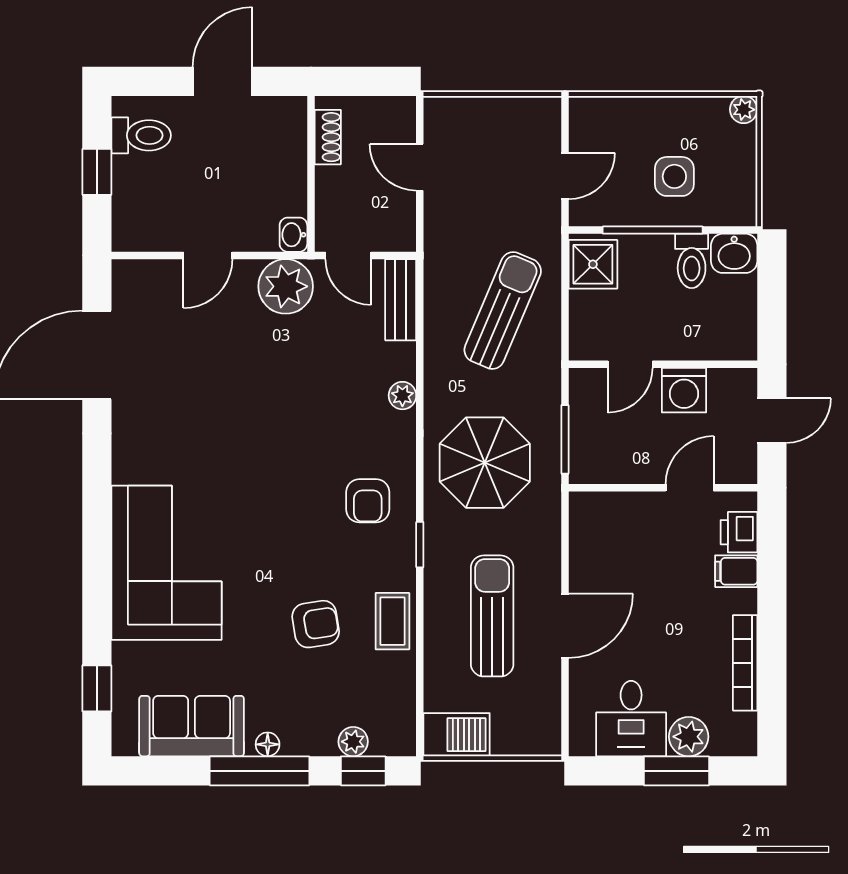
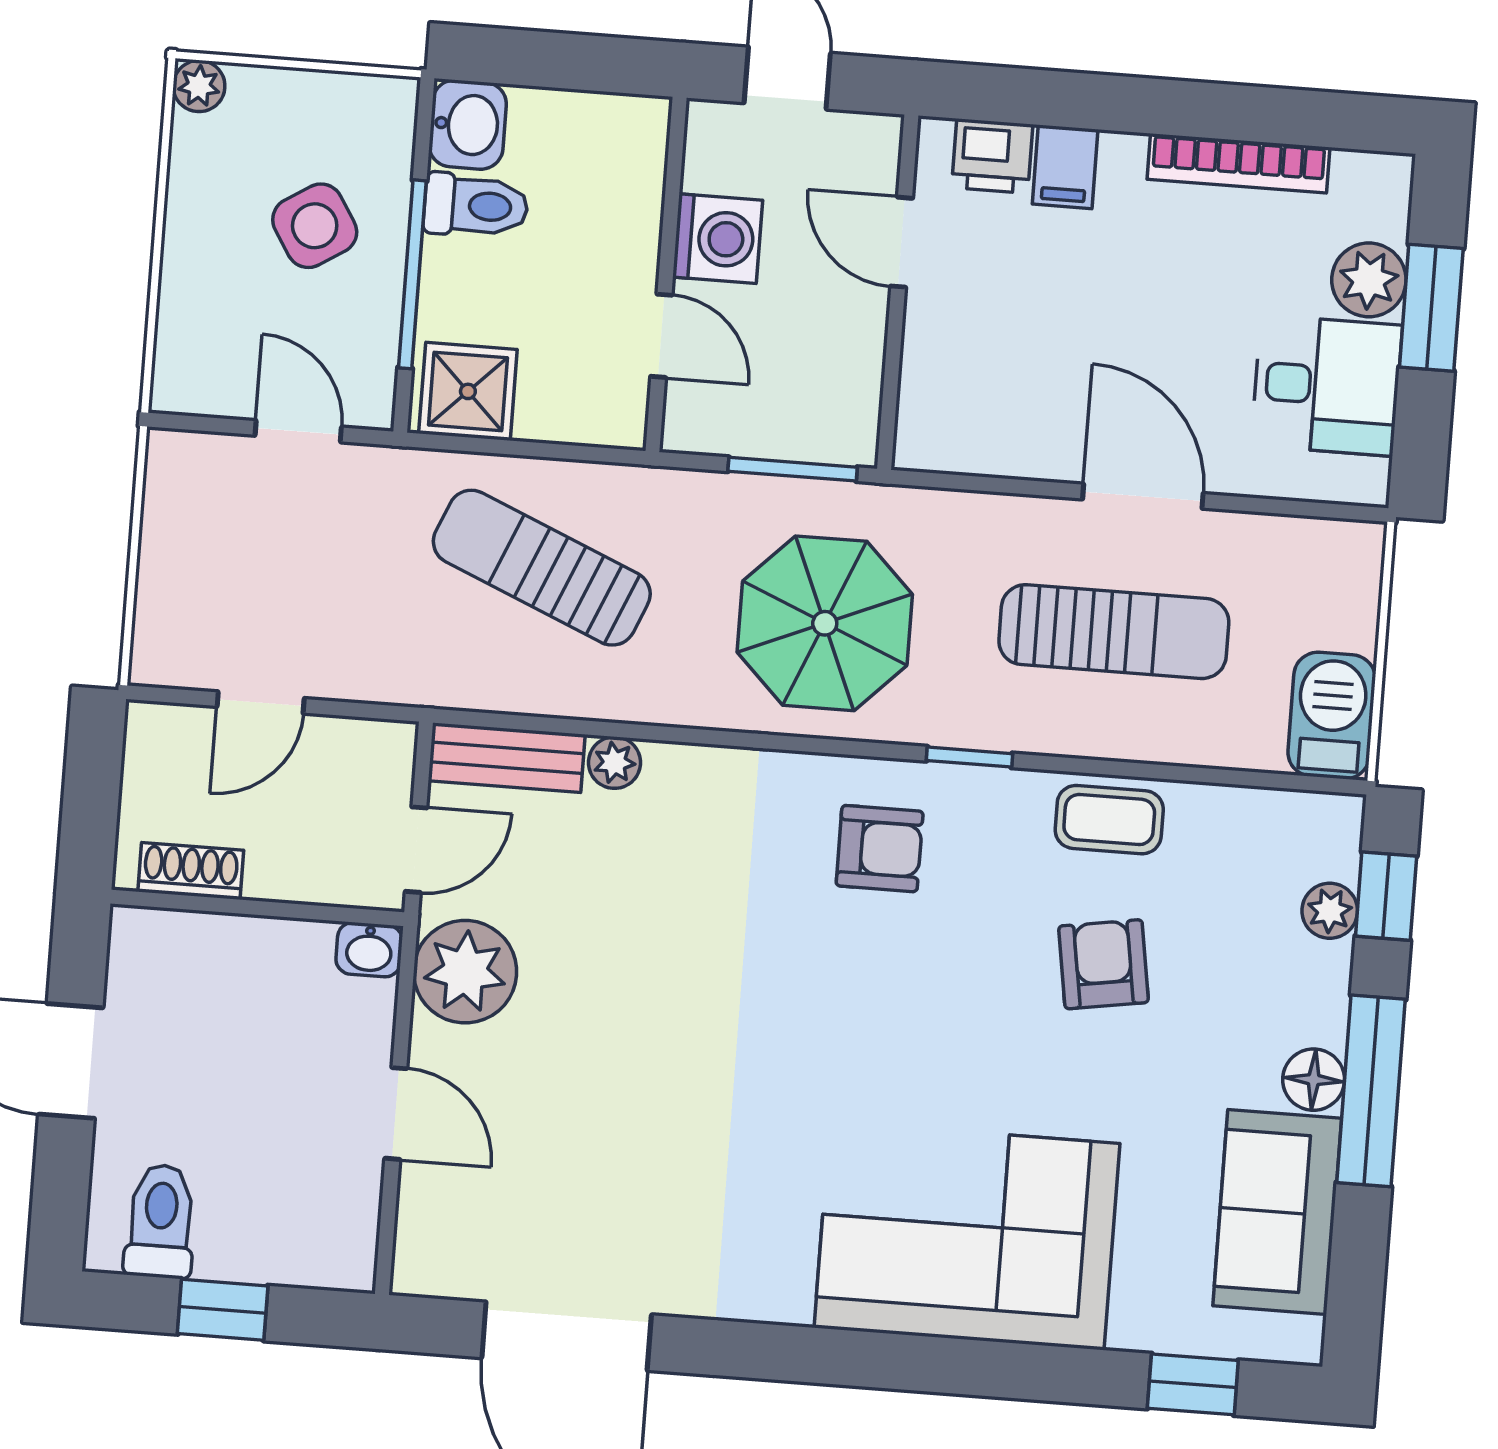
side table: (674, 176) -> (315, 226), turned -32
plant: (402, 396) -> (614, 763), moved
sun lounger: (492, 616) -> (1114, 632), turned 180
floor lamp: (268, 744) -> (1314, 1080), width x1.37, depth x1.37

